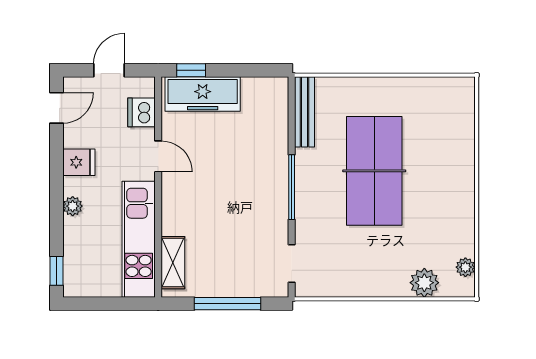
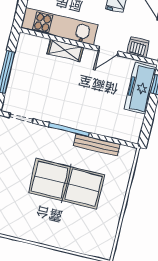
bench: (304, 112) -> (97, 145), moved
shelving: (173, 263) -> (65, 50), moved

